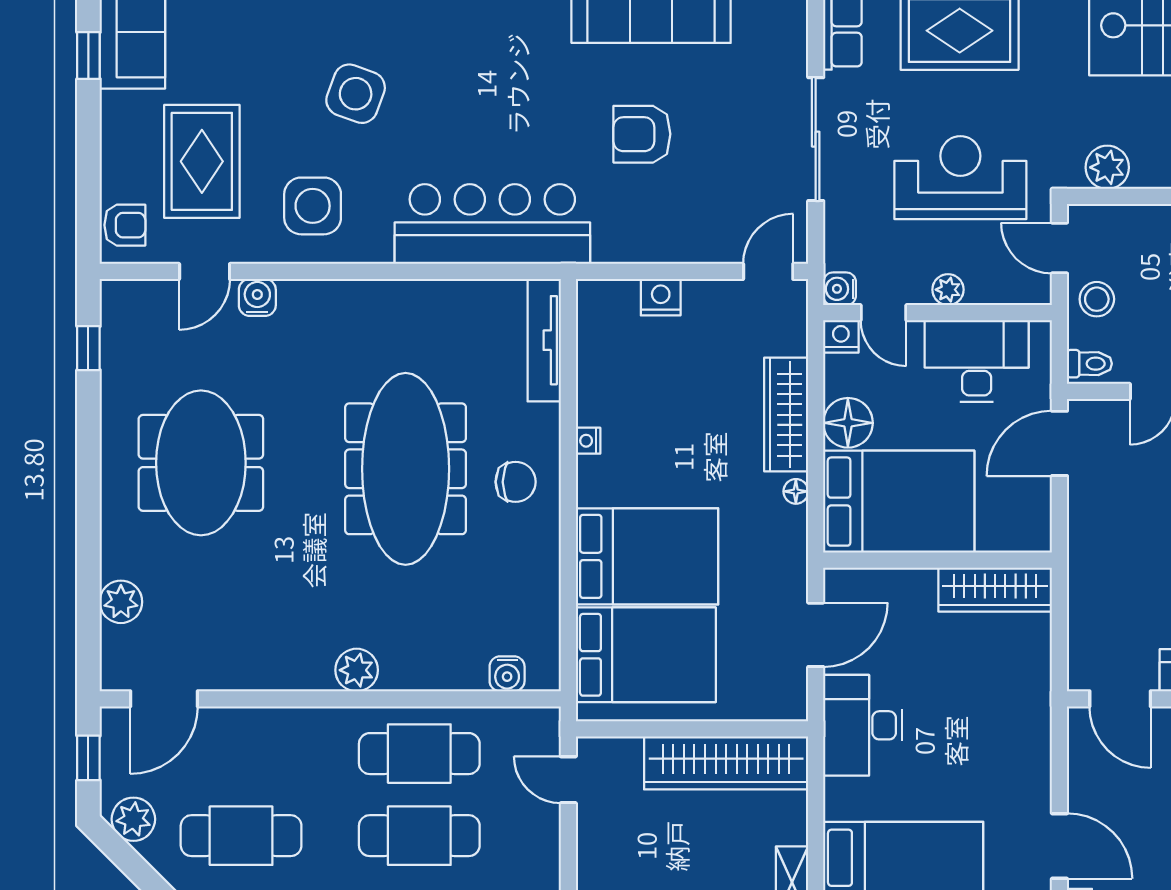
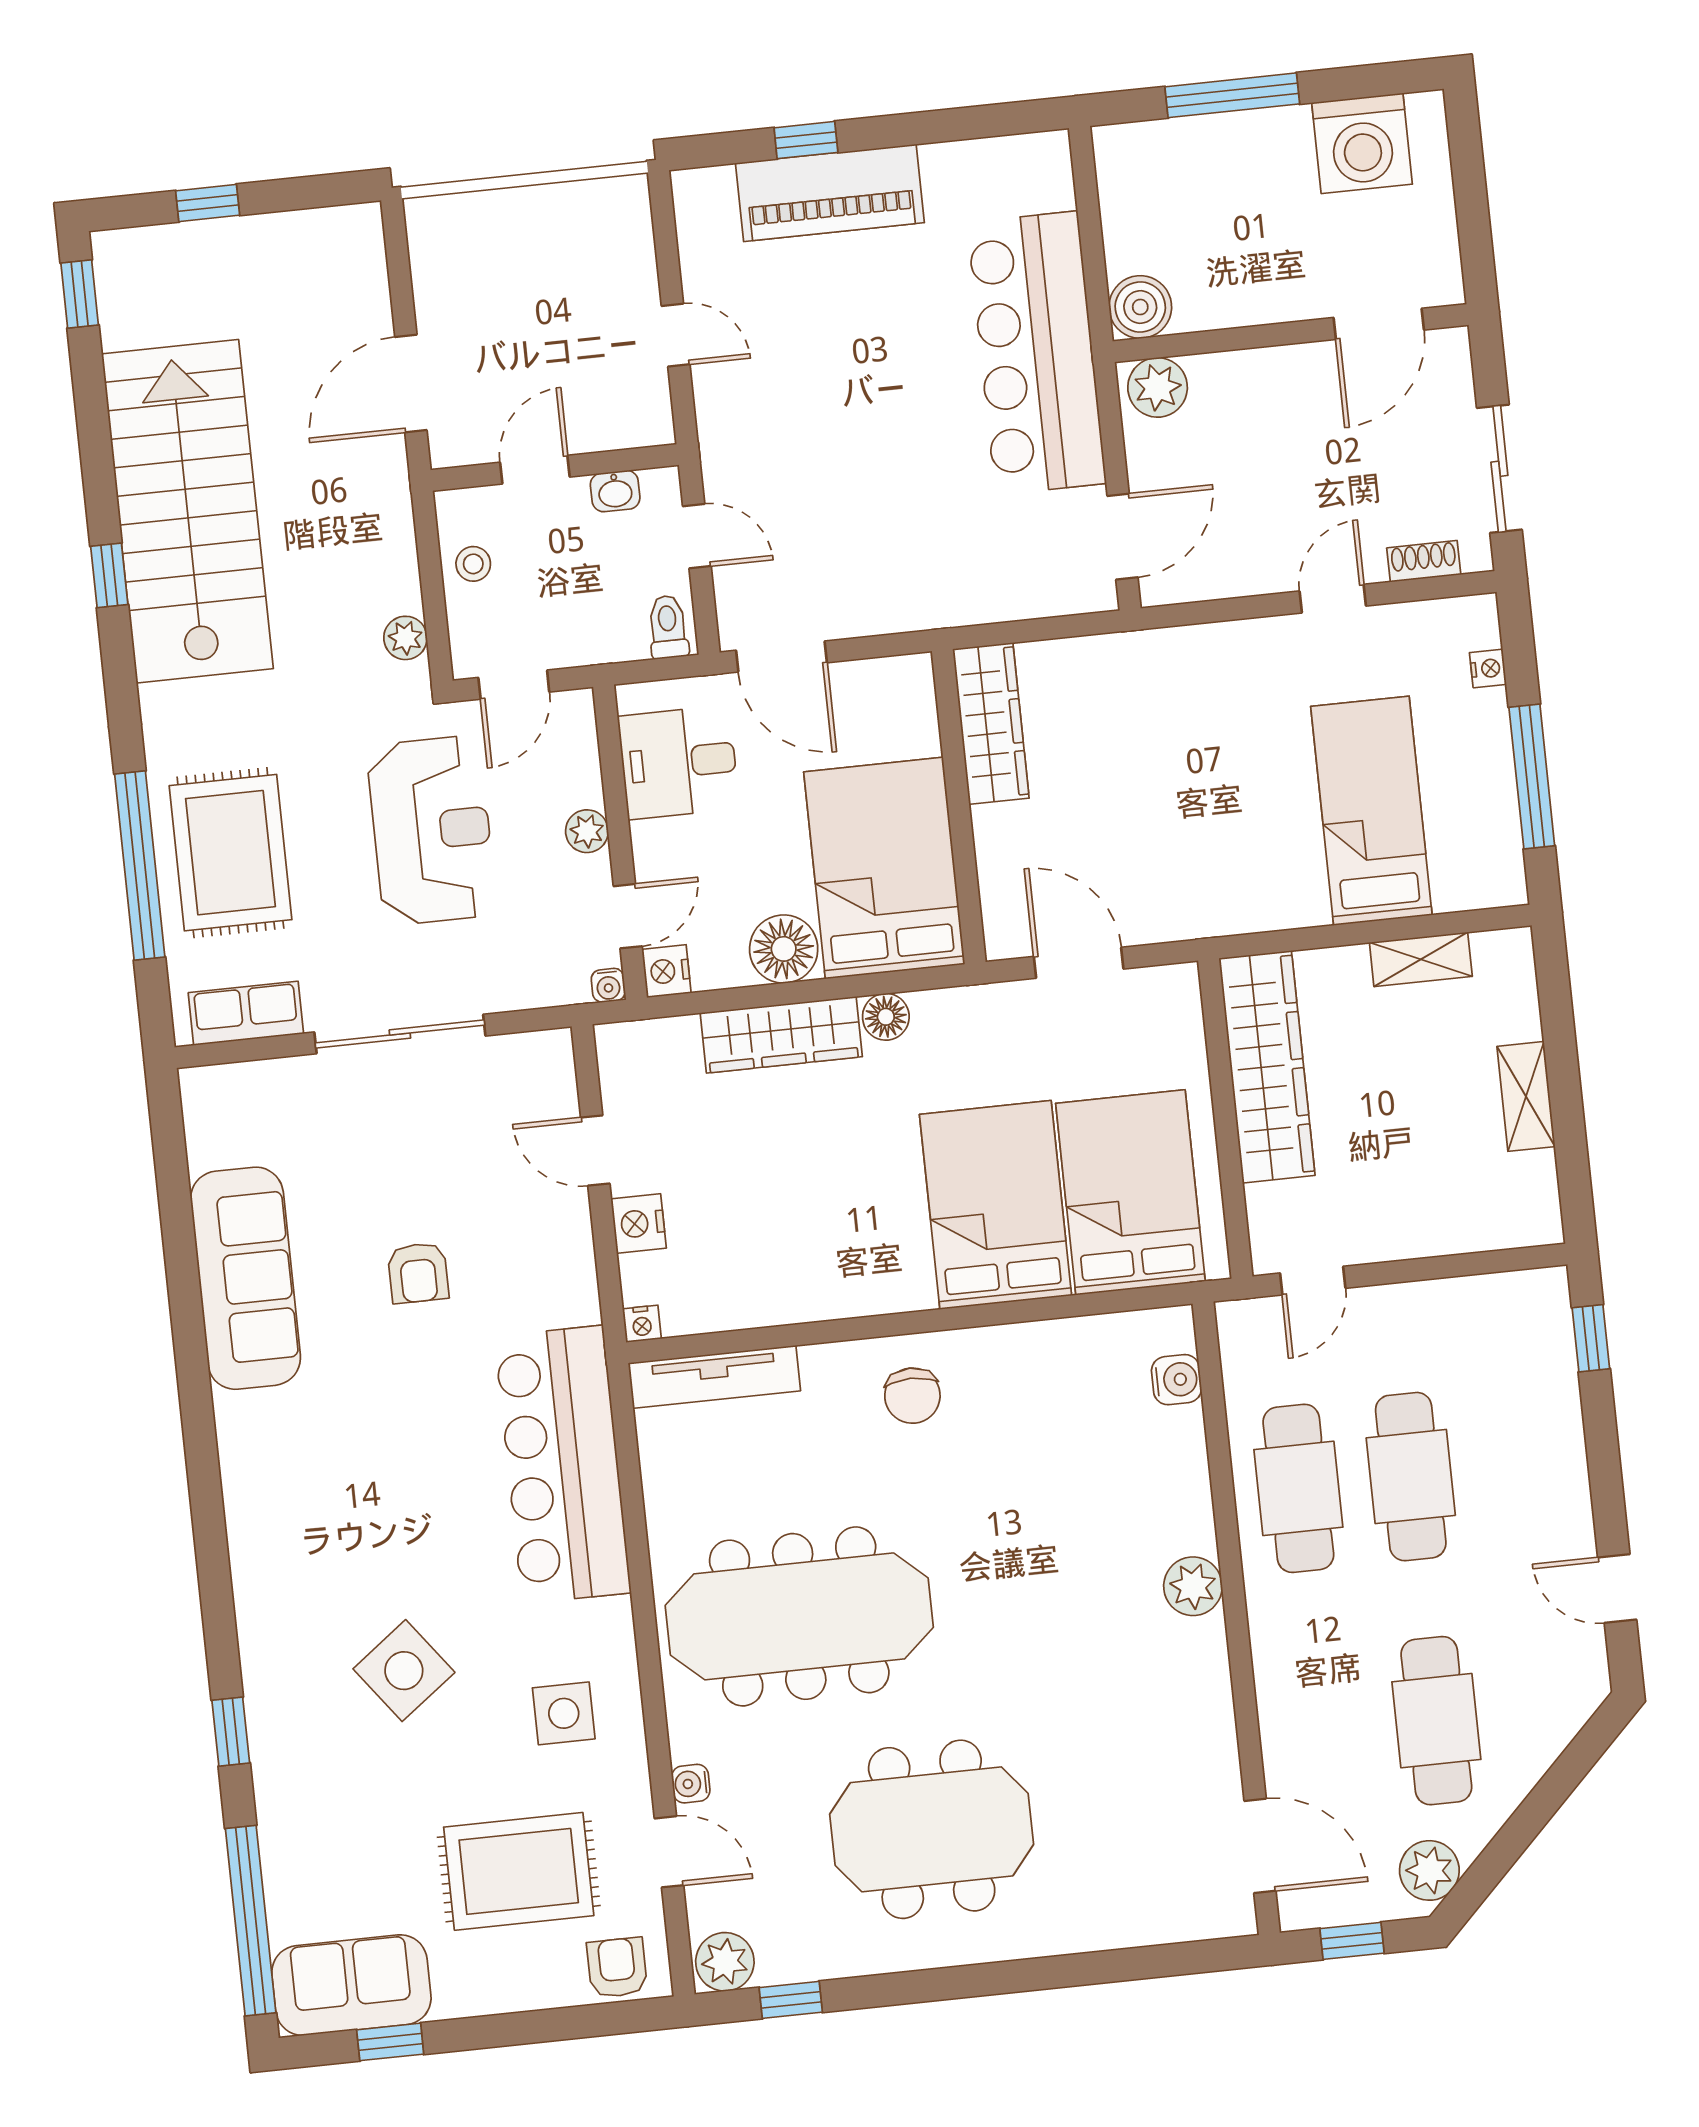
side table: (356, 94) -> (404, 1671), turned 33
armchair: (642, 134) -> (418, 1273), width x0.72, depth x0.72
plant: (1107, 167) -> (405, 638), width x0.73, depth x0.73
reception desk: (960, 178) -> (432, 830), turned 180
side table: (313, 206) -> (564, 1713), width x0.73, depth x0.73
door: (768, 271) -> (595, 1151), moved
water cooler: (840, 289) -> (608, 985), width x0.72, depth x0.72
water cooler: (257, 297) -> (691, 1784), width x0.72, depth x0.72
stool: (1097, 299) -> (473, 564), moved, width x0.73, depth x0.73
desk: (977, 361) -> (679, 762), width x0.73
nightstand: (588, 441) -> (642, 1324), moved
meeting table: (406, 469) -> (799, 1616), moved
chair: (516, 482) -> (912, 1396), turned 180
floor lamp: (796, 491) -> (886, 1017), width x1.37, depth x1.37
plant: (121, 602) -> (725, 1962), moved
desk: (863, 725) -> (1196, 885), removed
door: (1059, 846) -> (1333, 599), width x0.73

